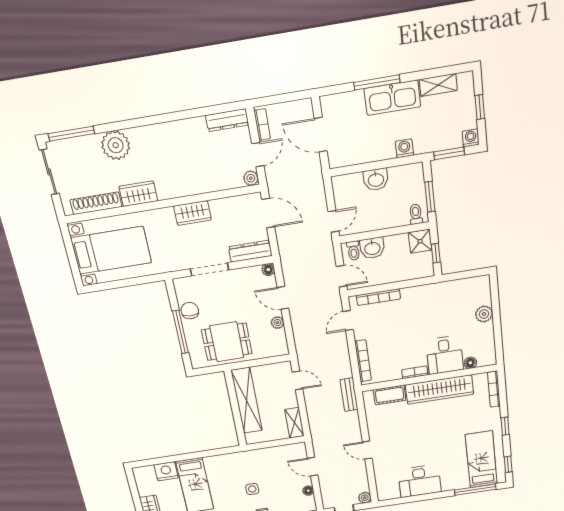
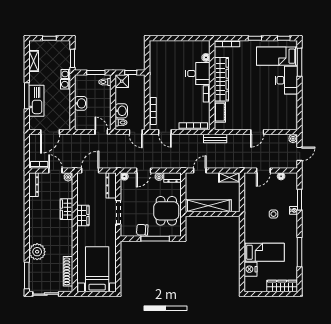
kitchen sink: (392, 98) -> (36, 101), moved
washing machine: (471, 138) -> (66, 74), moved
wardrobe: (138, 194) -> (66, 209), moved
door: (342, 276) -> (136, 132), swing flipped
plant: (484, 314) -> (175, 46), removed
dresser: (280, 343) -> (173, 177), added
desk: (420, 481) -> (286, 80), moved

